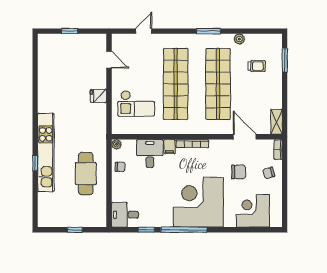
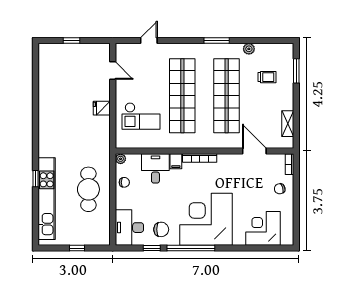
shelving: (277, 122) -> (288, 124), moved
kitchen unit: (46, 152) -> (47, 199), moved
chair: (239, 172) -> (161, 229), moved
desk: (125, 215) -> (129, 228), width x1.37

